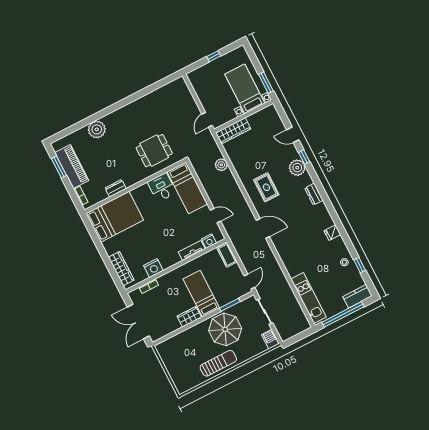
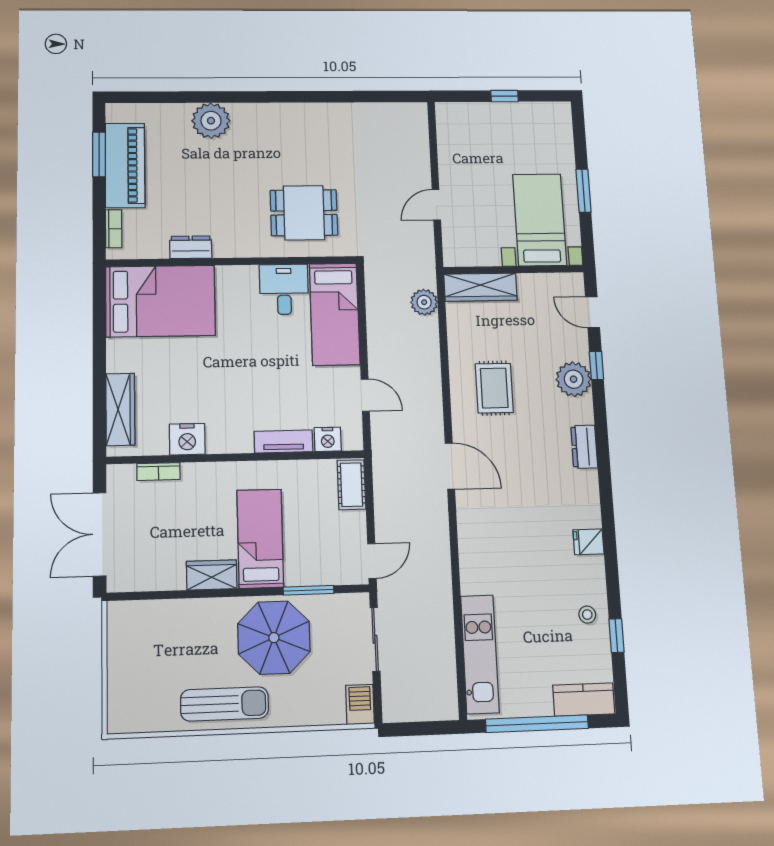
bed with nightstands: (245, 89) -> (540, 220), moved
wall: (244, 116) -> (514, 270), moved
wardrobe: (233, 131) -> (480, 287), moved

